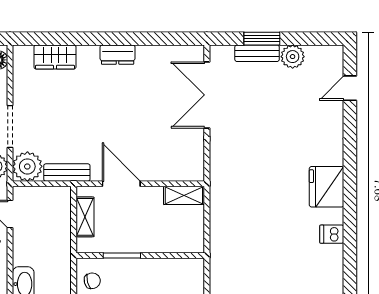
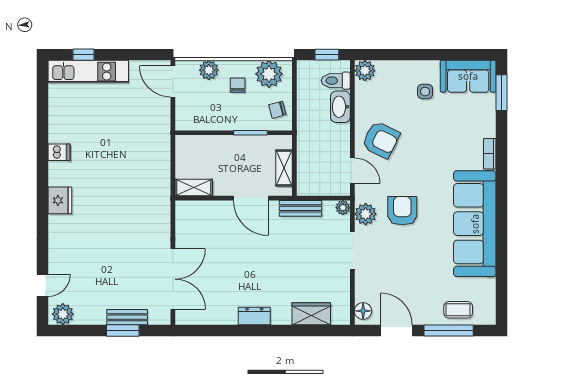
plant: (293, 57) -> (63, 314), moved
plant: (27, 166) -> (343, 208), width x0.53, depth x0.53
fridge: (327, 187) -> (60, 200), width x0.73, depth x0.75

